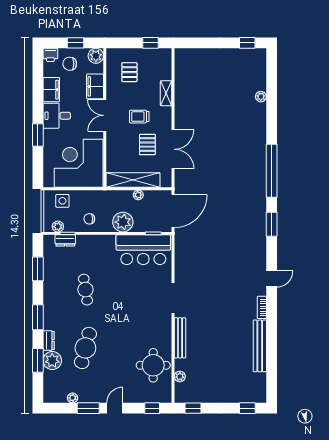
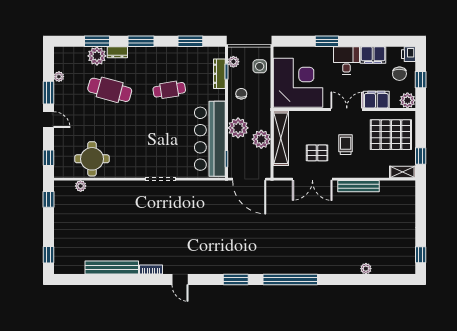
chair: (70, 64) -> (399, 74), turned 180
pallet: (129, 72) -> (391, 135), width x2.05, depth x2.00
shelving: (166, 93) -> (402, 172), moved
plant: (138, 195) -> (261, 139), width x1.88, depth x1.88
dresser: (65, 240) -> (219, 74), width x1.44
bar counter: (143, 250) -> (210, 139), width x1.36
bench: (180, 338) -> (358, 186), moved

